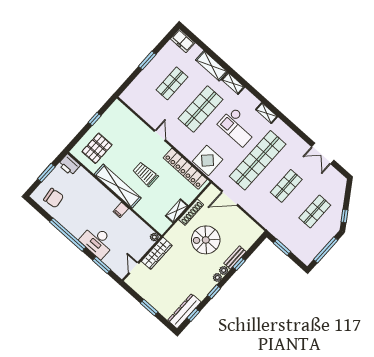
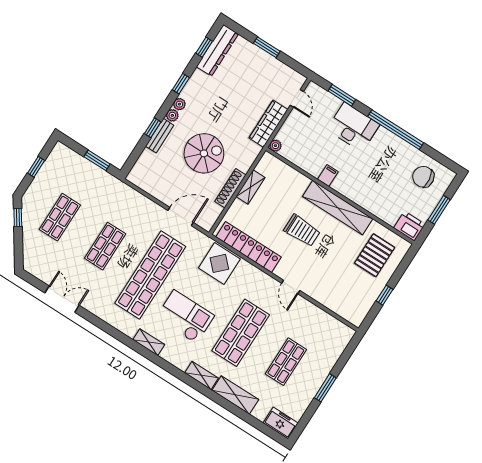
window: (326, 250) -> (36, 167), width x0.46

